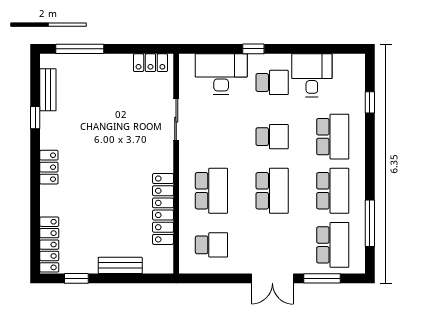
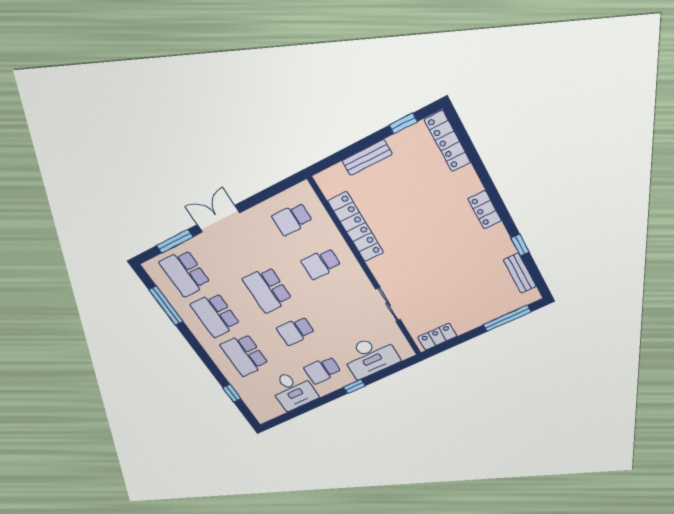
school desk: (211, 191) -> (321, 264), width x0.54

